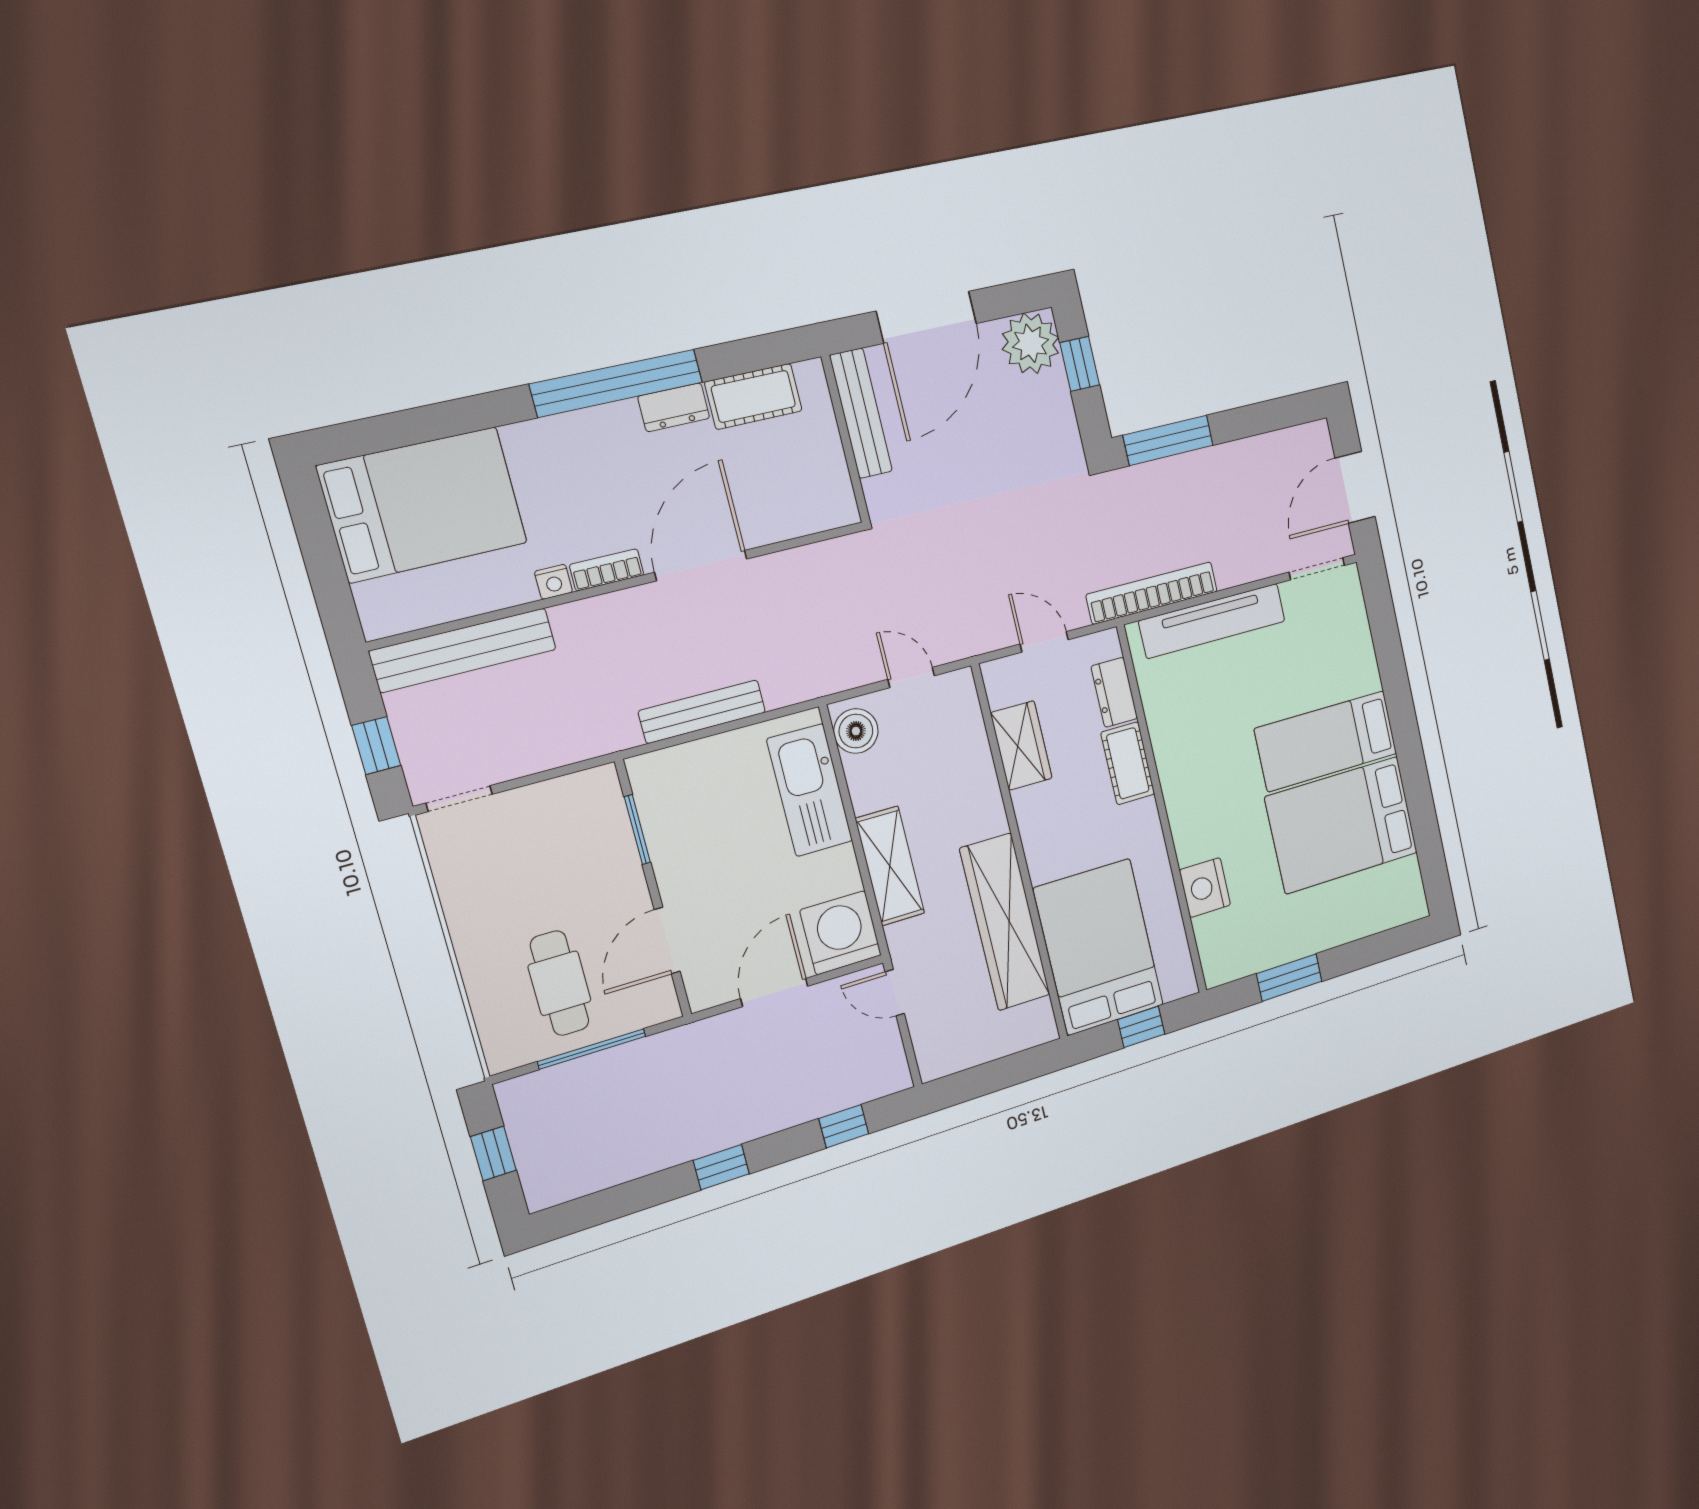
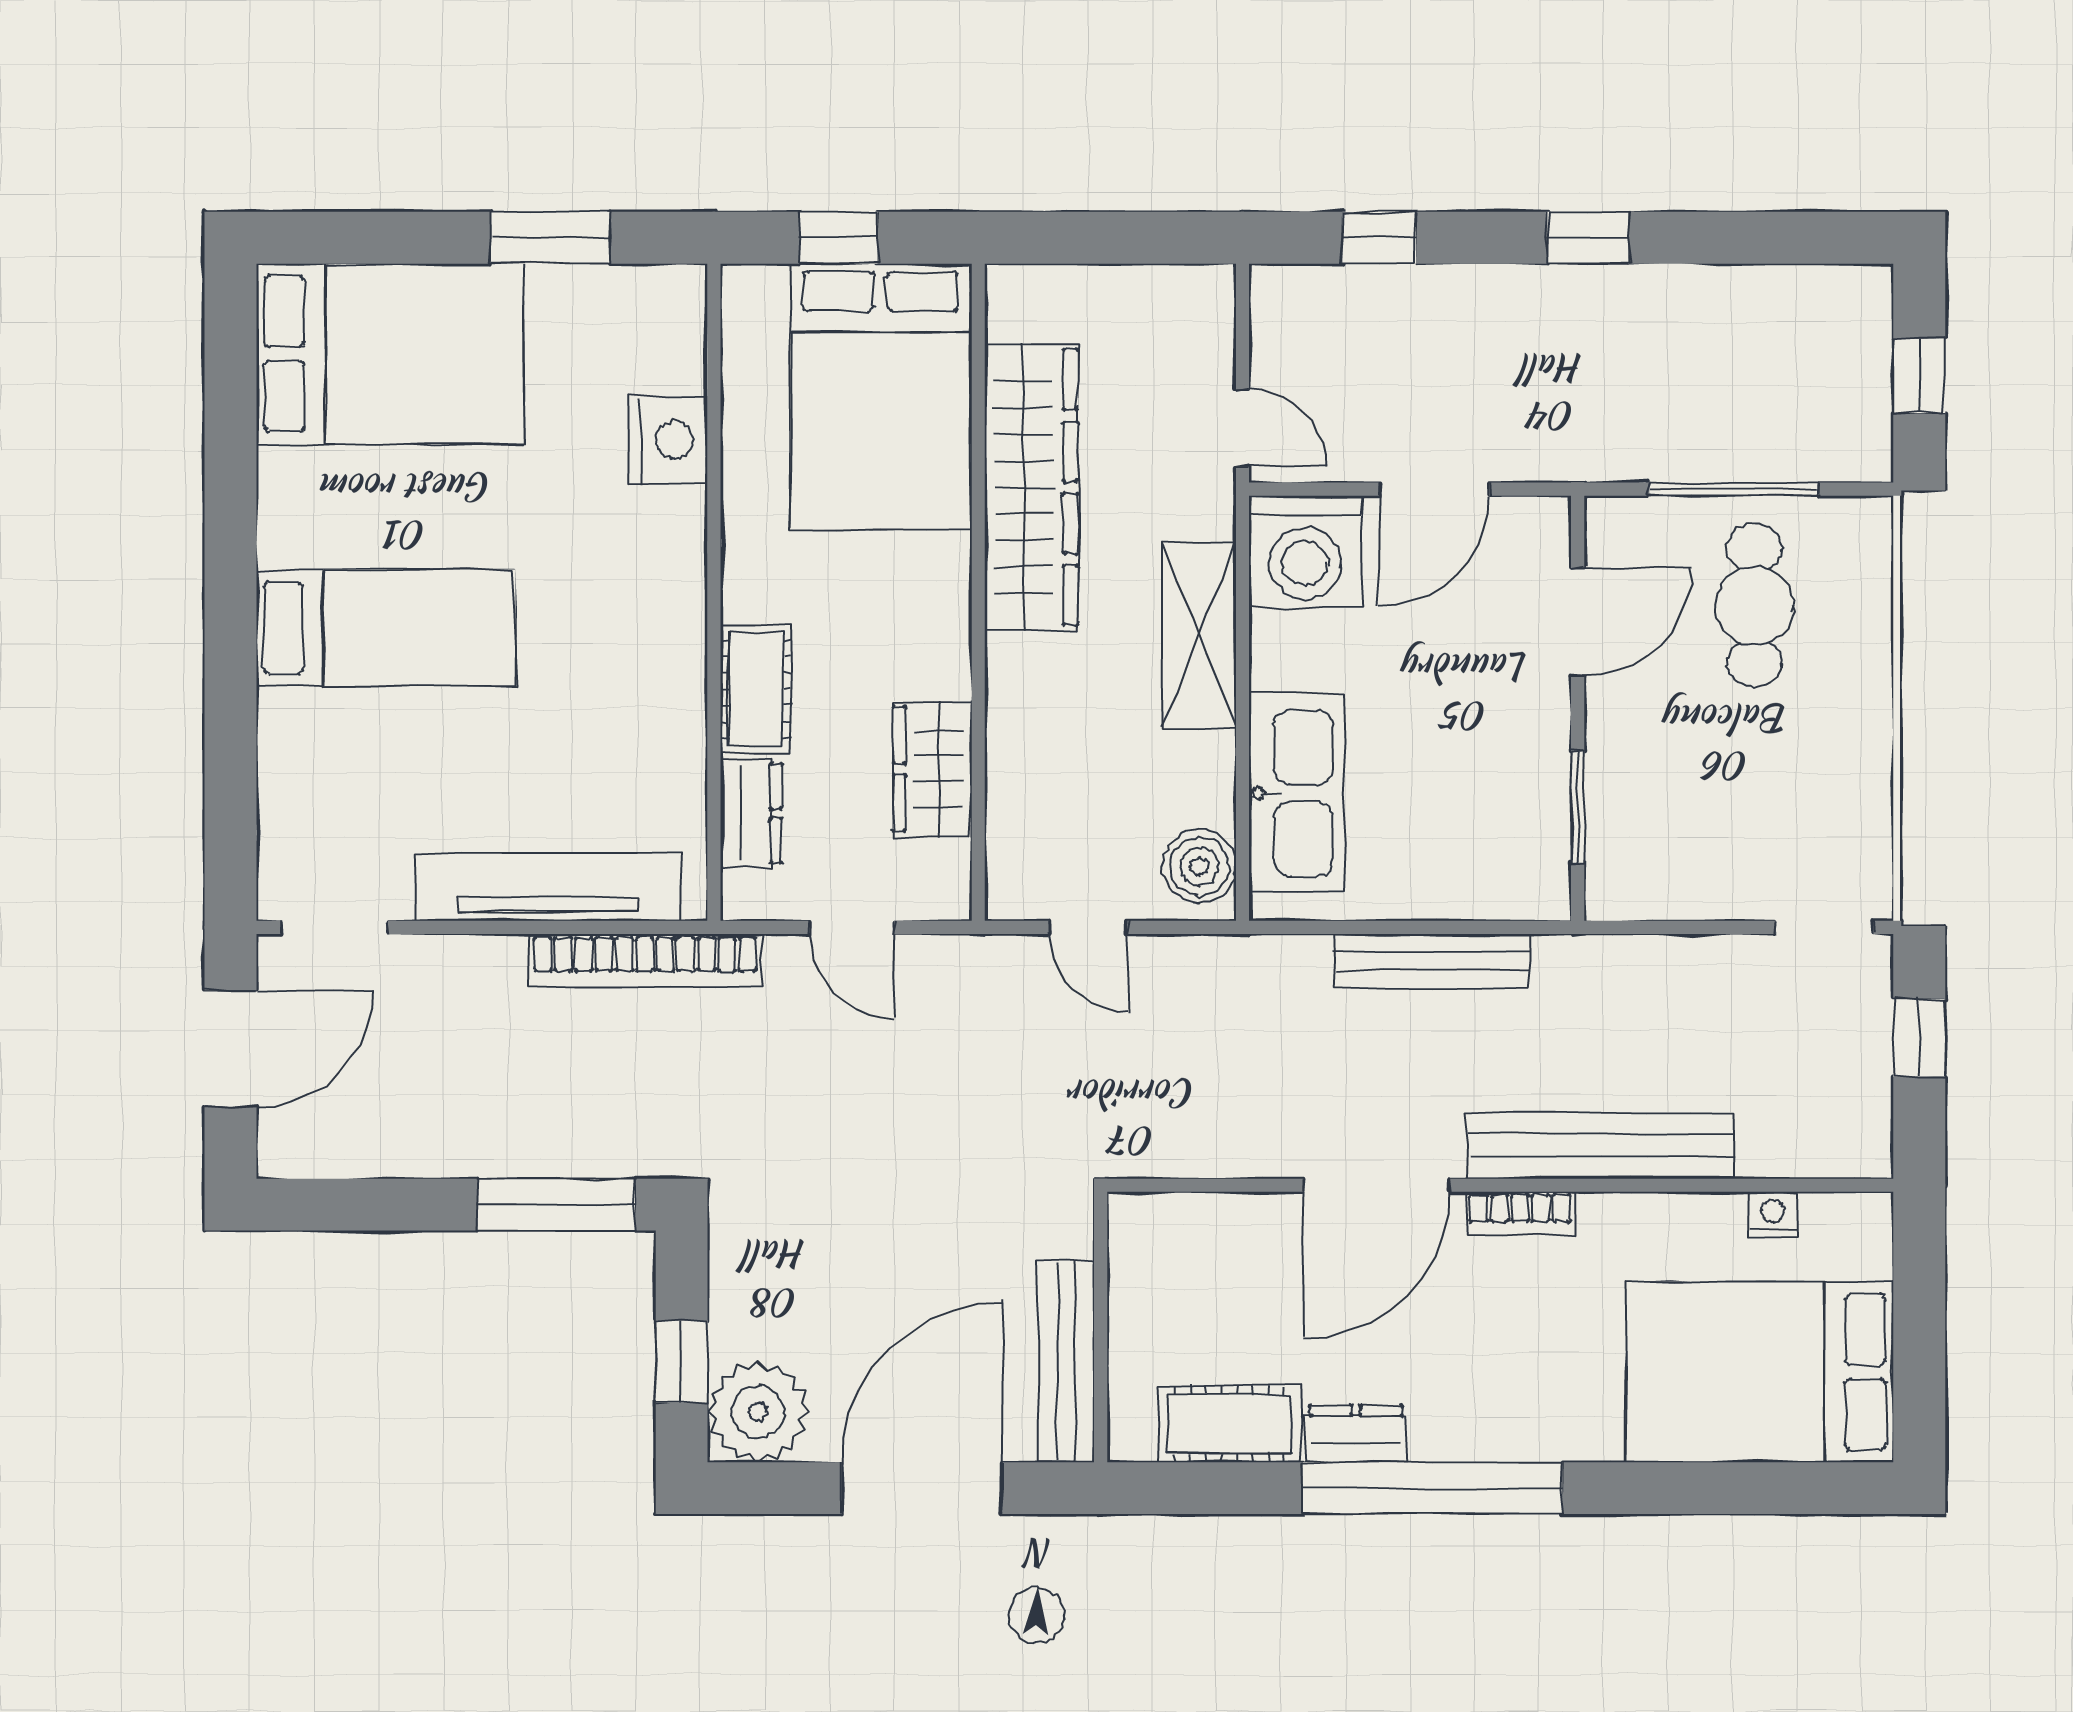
nightstand: (554, 582) -> (1773, 1214), moved
bench: (463, 650) -> (1601, 1146), moved
bed: (1342, 825) -> (390, 354), moved

